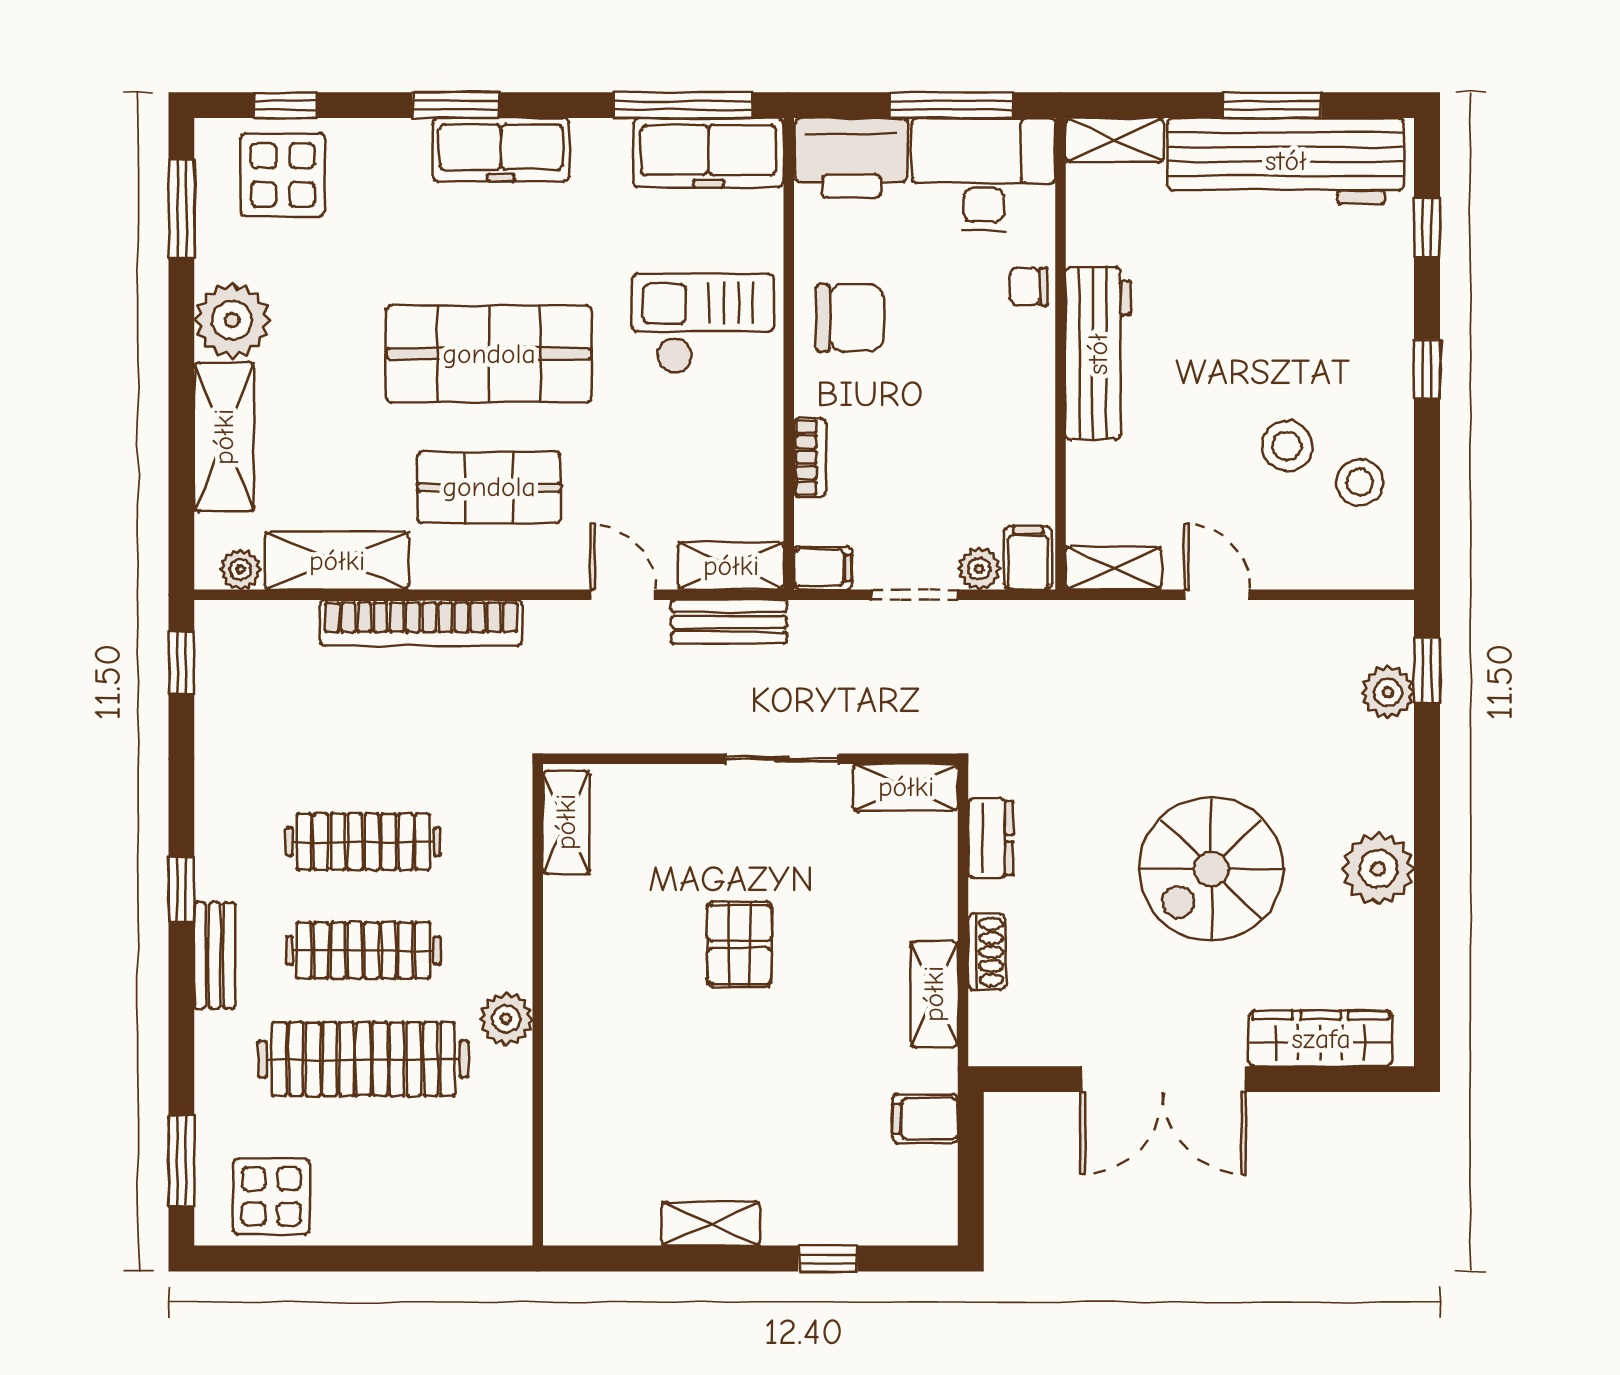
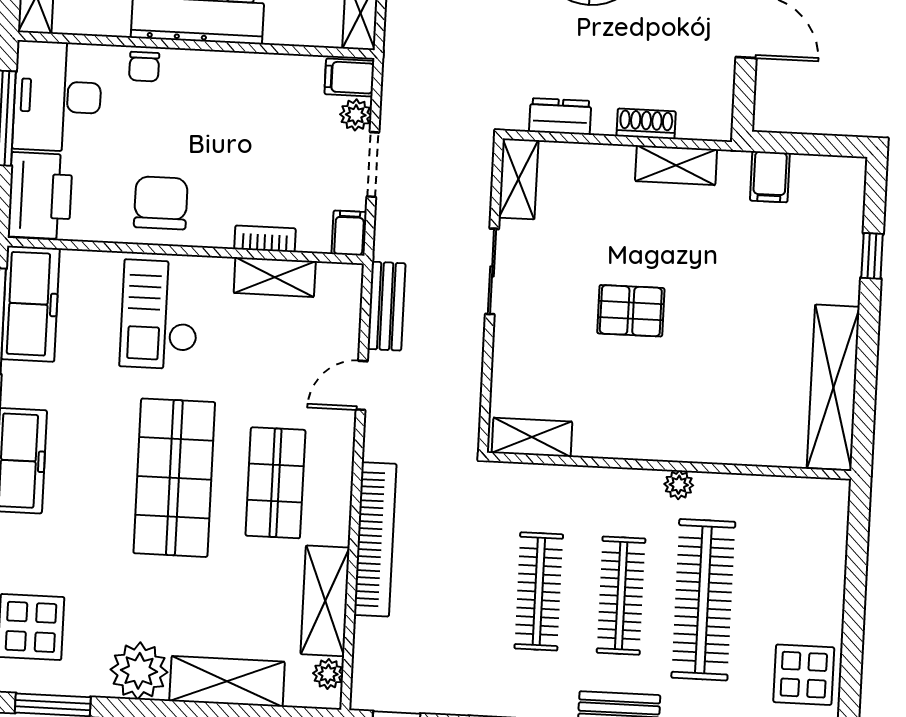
shelving: (731, 566) -> (275, 277), moved, turned 90
plant: (506, 1019) -> (679, 485), width x0.73, depth x0.73
shelving: (711, 1224) -> (833, 387), width x2.20, depth x1.33

